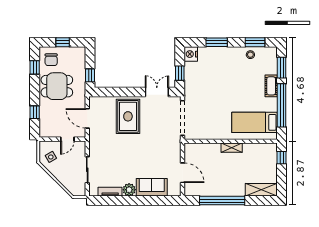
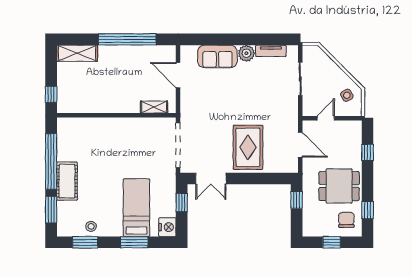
cot: (271, 86) -> (67, 181), width x1.37, depth x1.34
bed: (255, 122) -> (137, 208), moved, turned -90
shelving: (232, 148) -> (154, 107), moved

